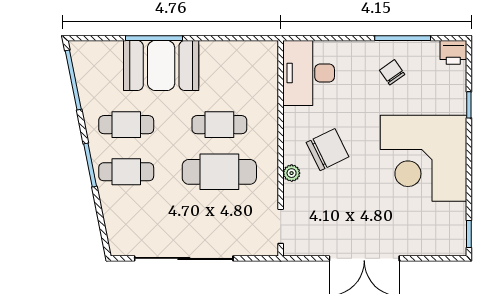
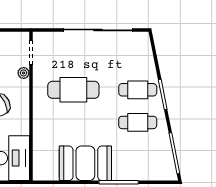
booth: (161, 66) -> (85, 163), moved
cafe table: (219, 125) -> (73, 122), removed
plant: (292, 173) -> (24, 73), moved

